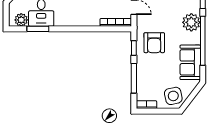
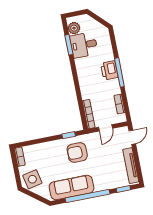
plant: (191, 22) -> (102, 182), removed
sofa: (190, 62) -> (72, 187), width x1.36
window: (134, 78) -> (41, 141), removed

